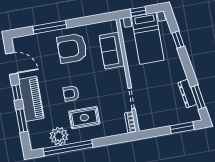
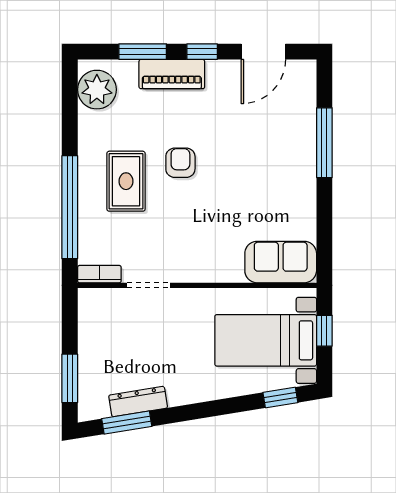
window: (178, 40) -> (280, 397), moved
armchair: (72, 48) -> (273, 181), removed
sofa: (112, 51) -> (281, 262), moved
piano: (31, 99) -> (172, 74), width x0.73, depth x0.75
plant: (59, 136) -> (97, 90), moved
window: (68, 148) -> (70, 207), moved

